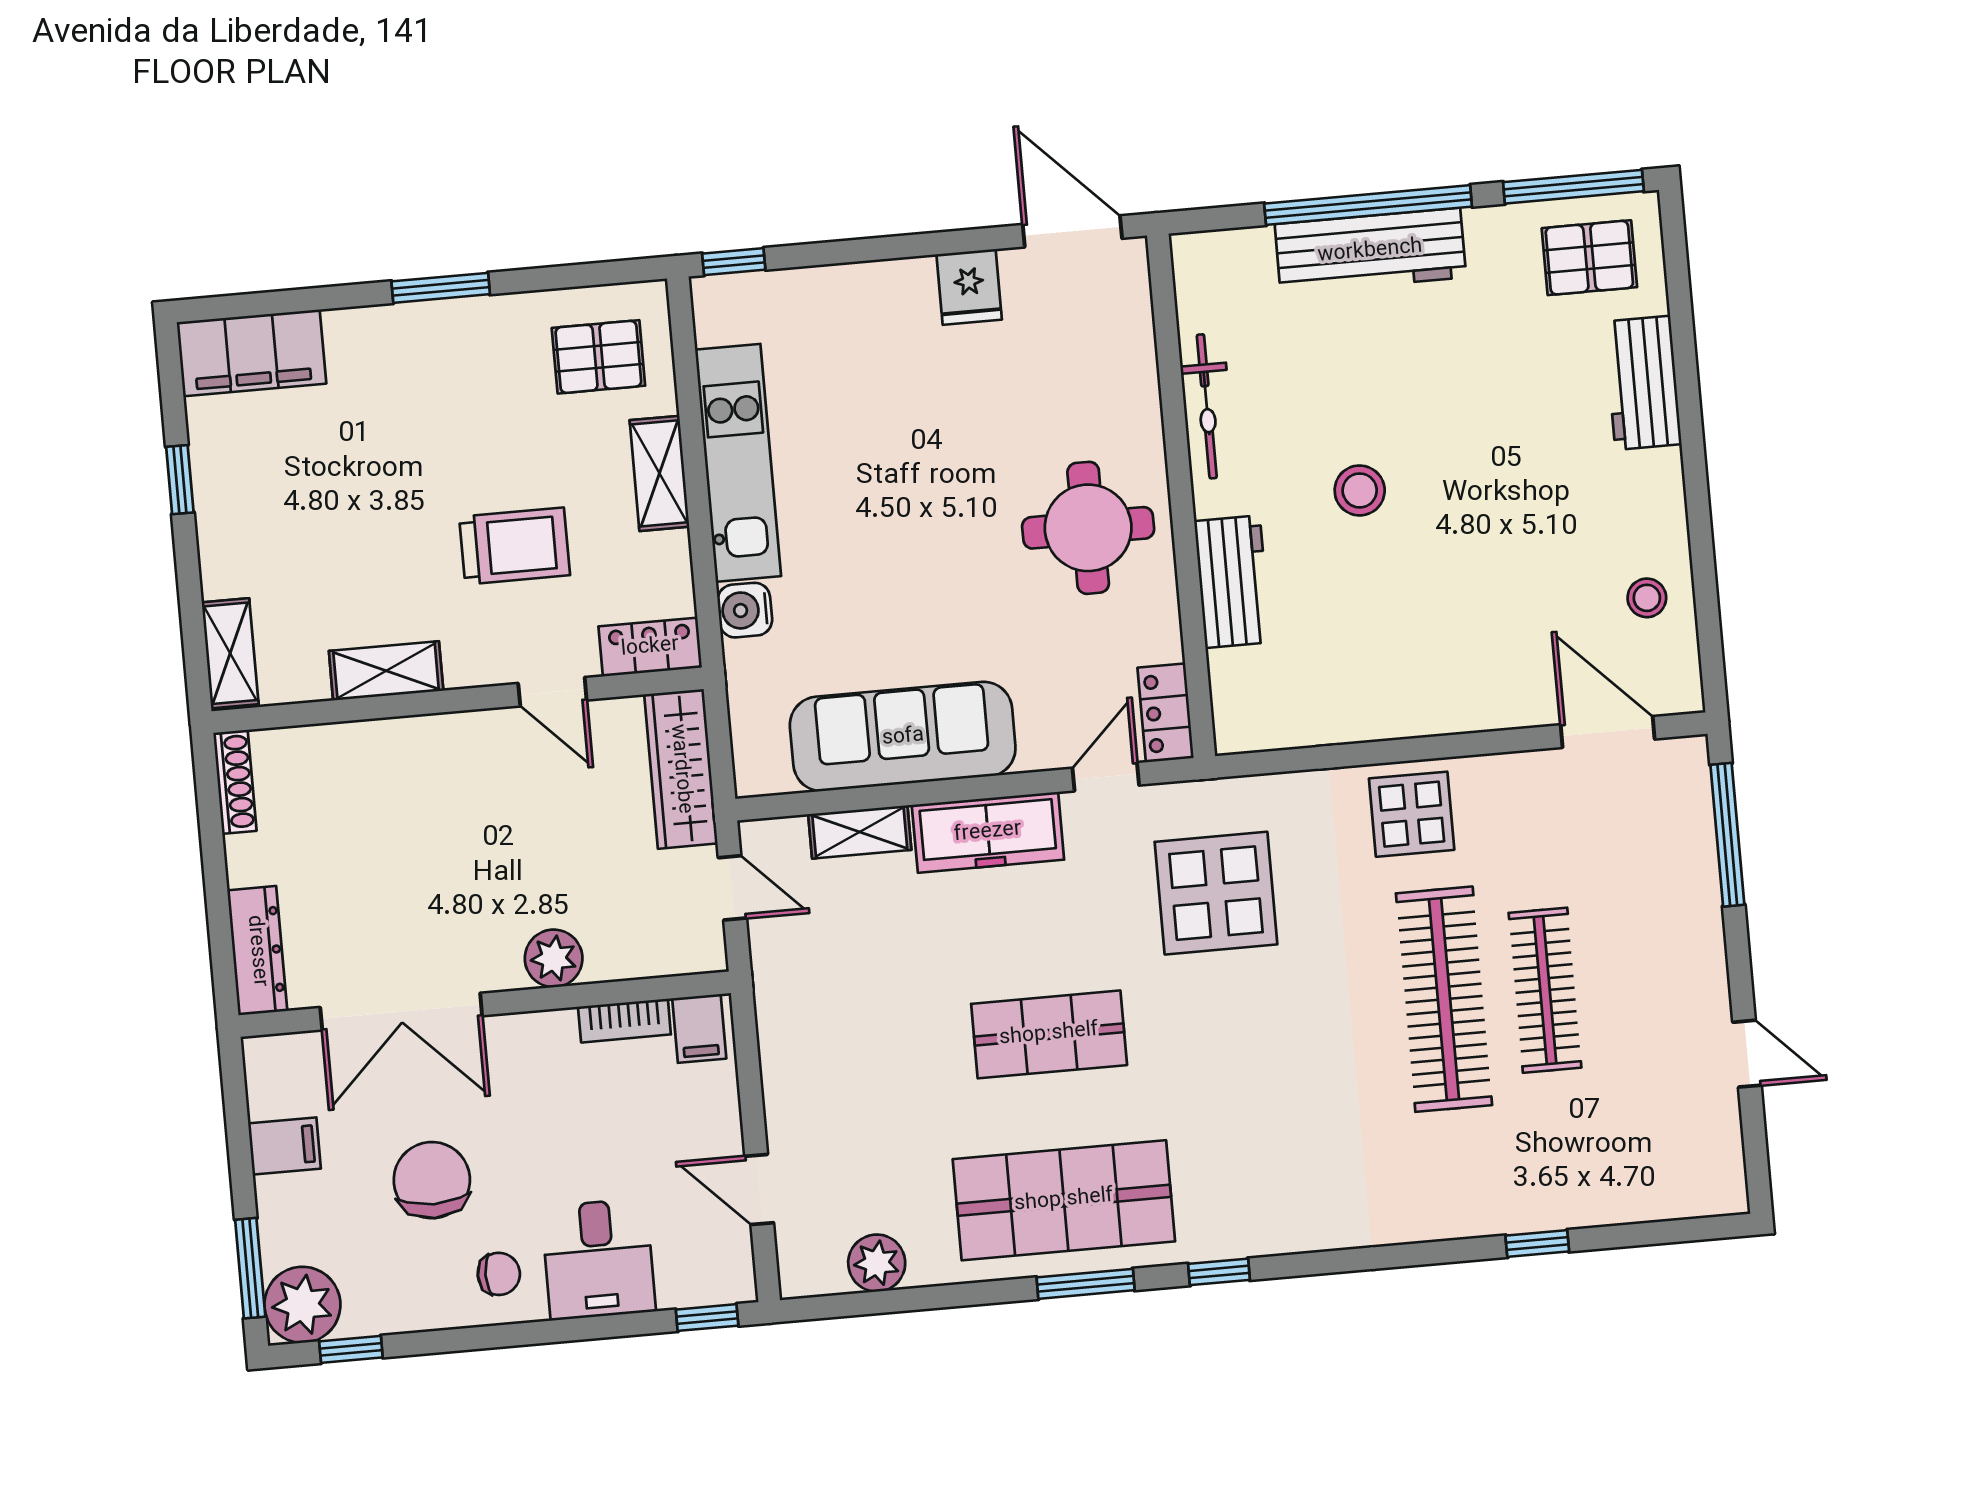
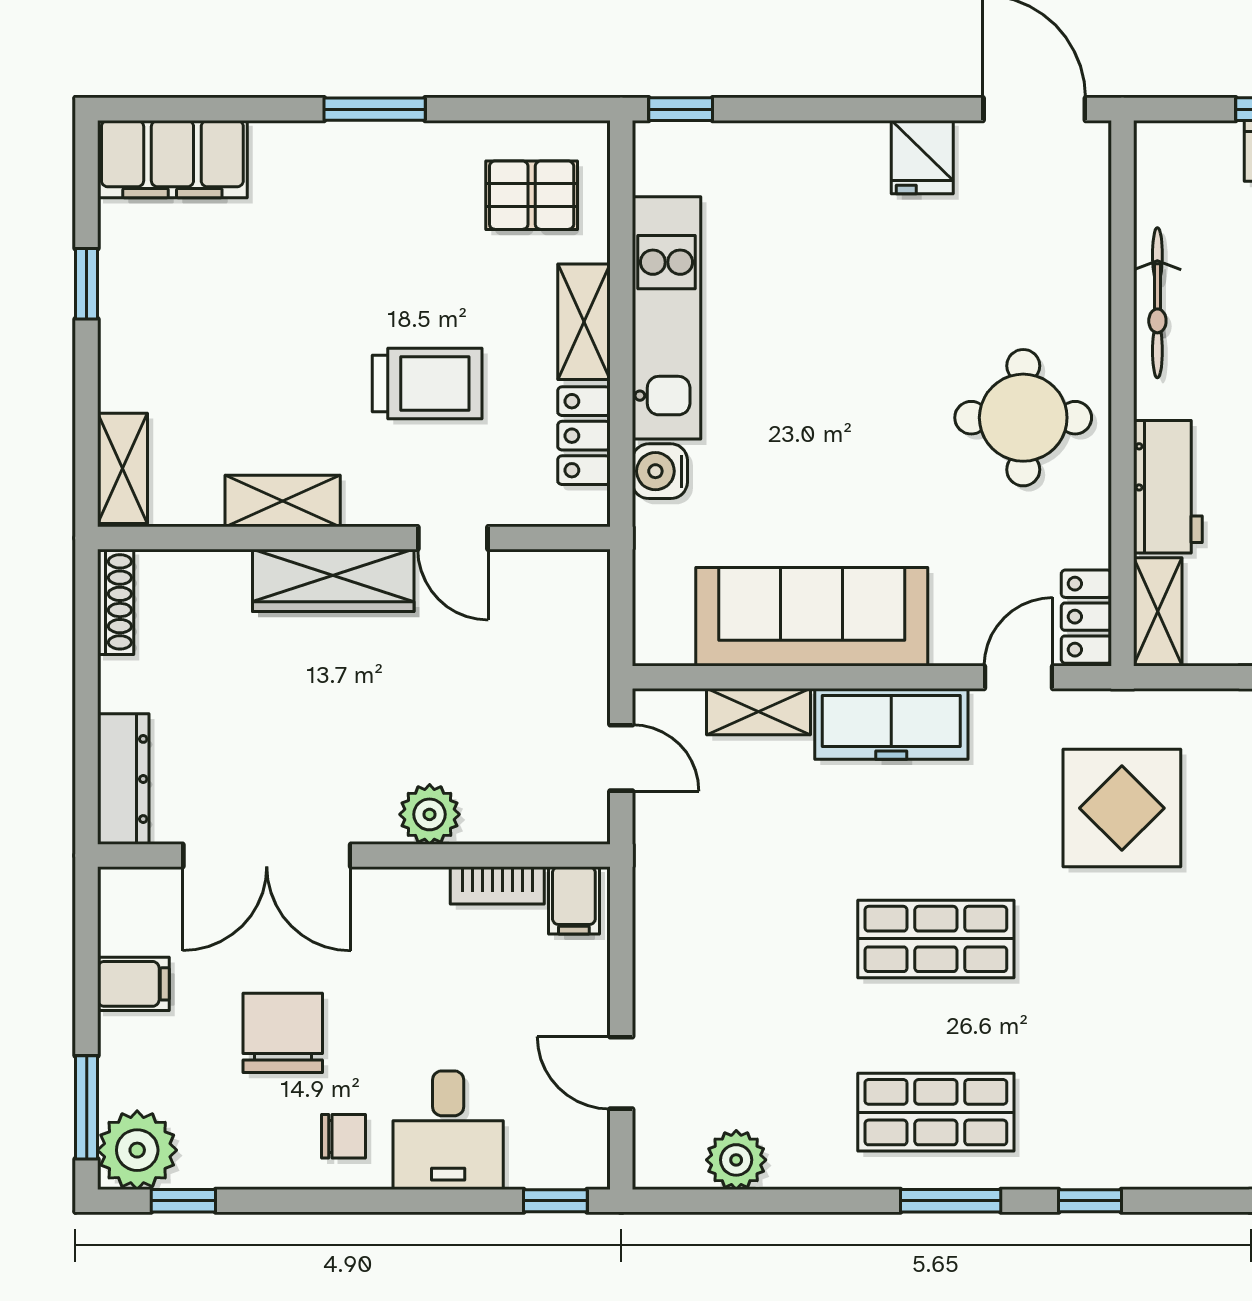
locker: (650, 647) -> (584, 436), moved, turned -90
shelving: (1234, 702) -> (1158, 611), added
wardrobe: (681, 769) -> (333, 580), moved, turned -90
shop shelf: (1064, 1200) -> (936, 1112), width x0.70, depth x0.74

